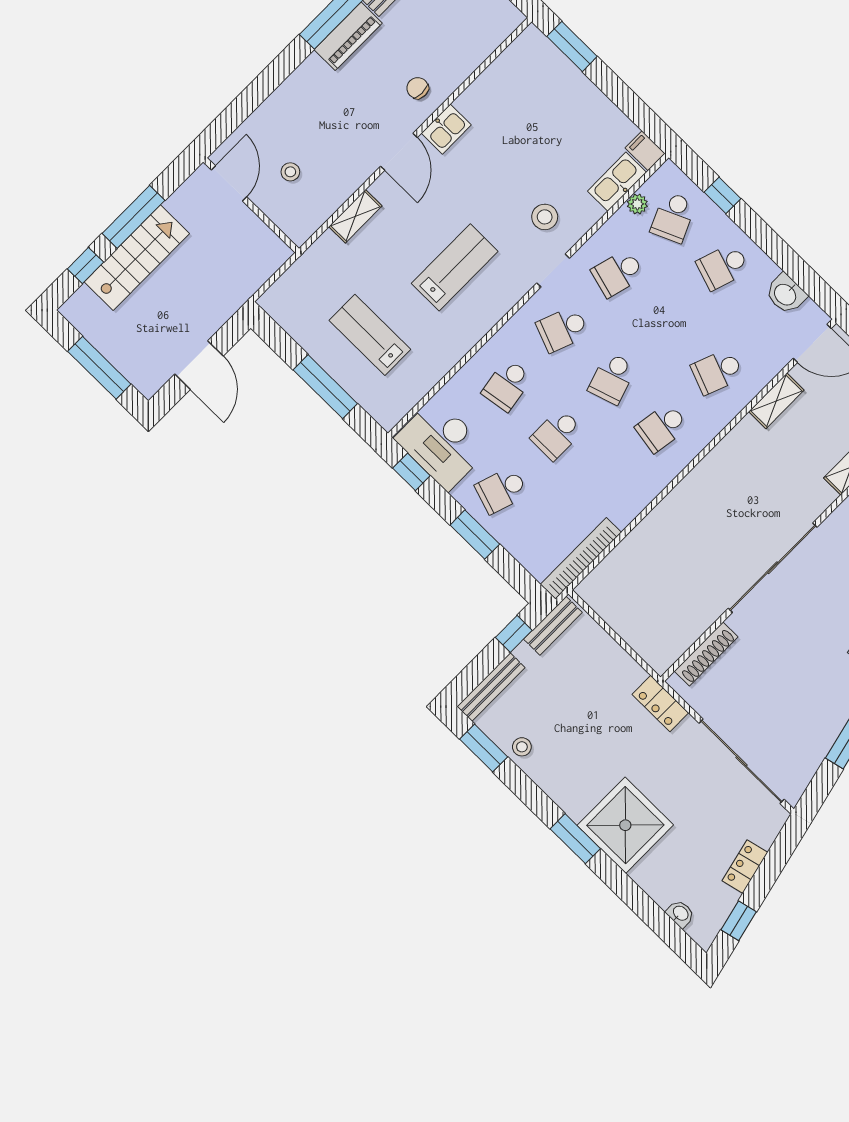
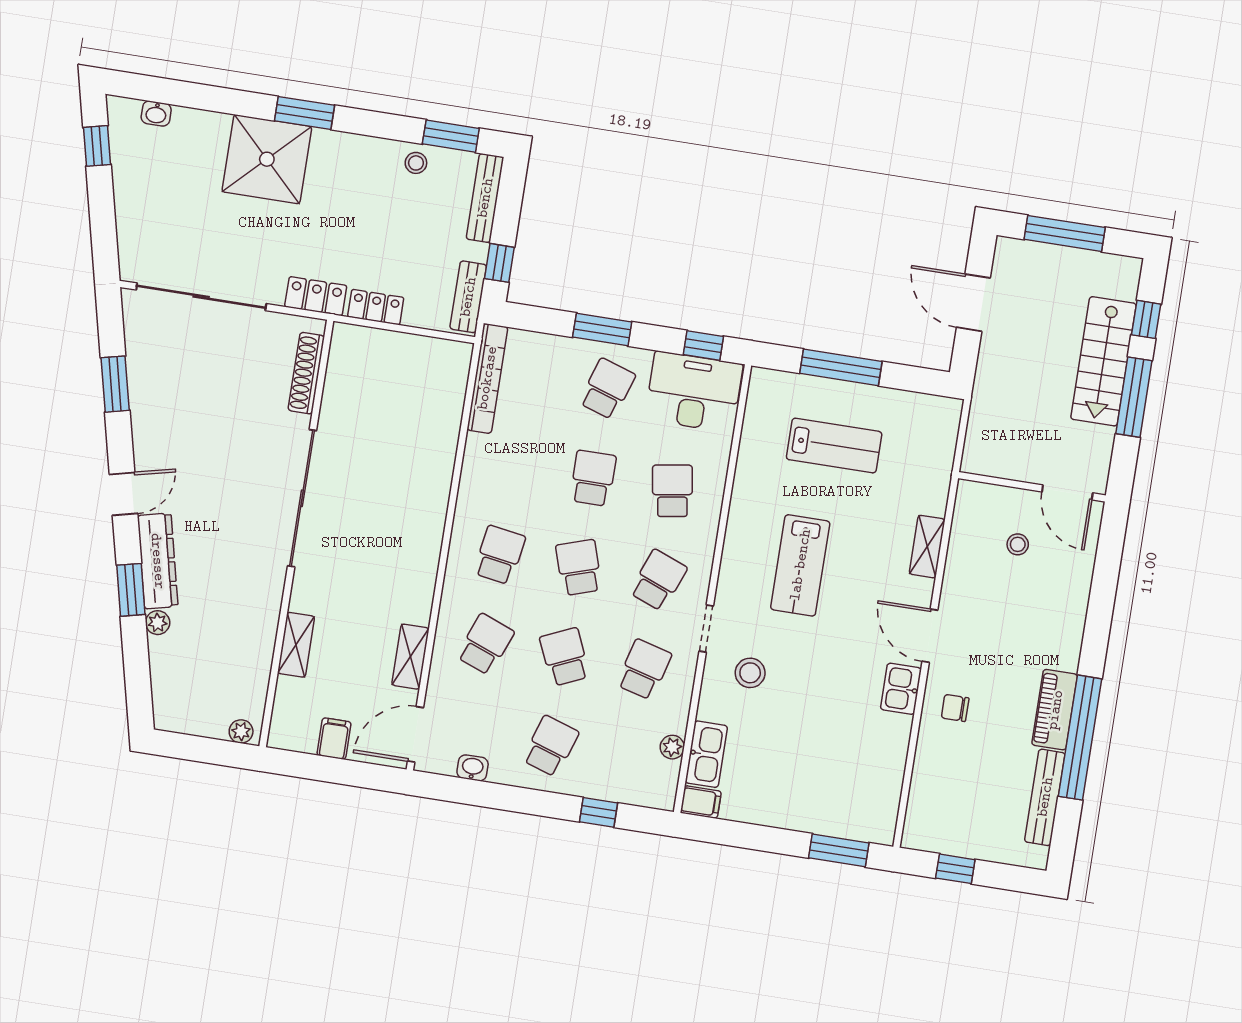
chair: (418, 88) -> (955, 708), turned 180
school desk: (673, 217) -> (565, 657), moved
washbasin: (786, 294) -> (473, 768), width x0.72, depth x0.69
locker: (745, 867) -> (376, 307), moved, turned -77

